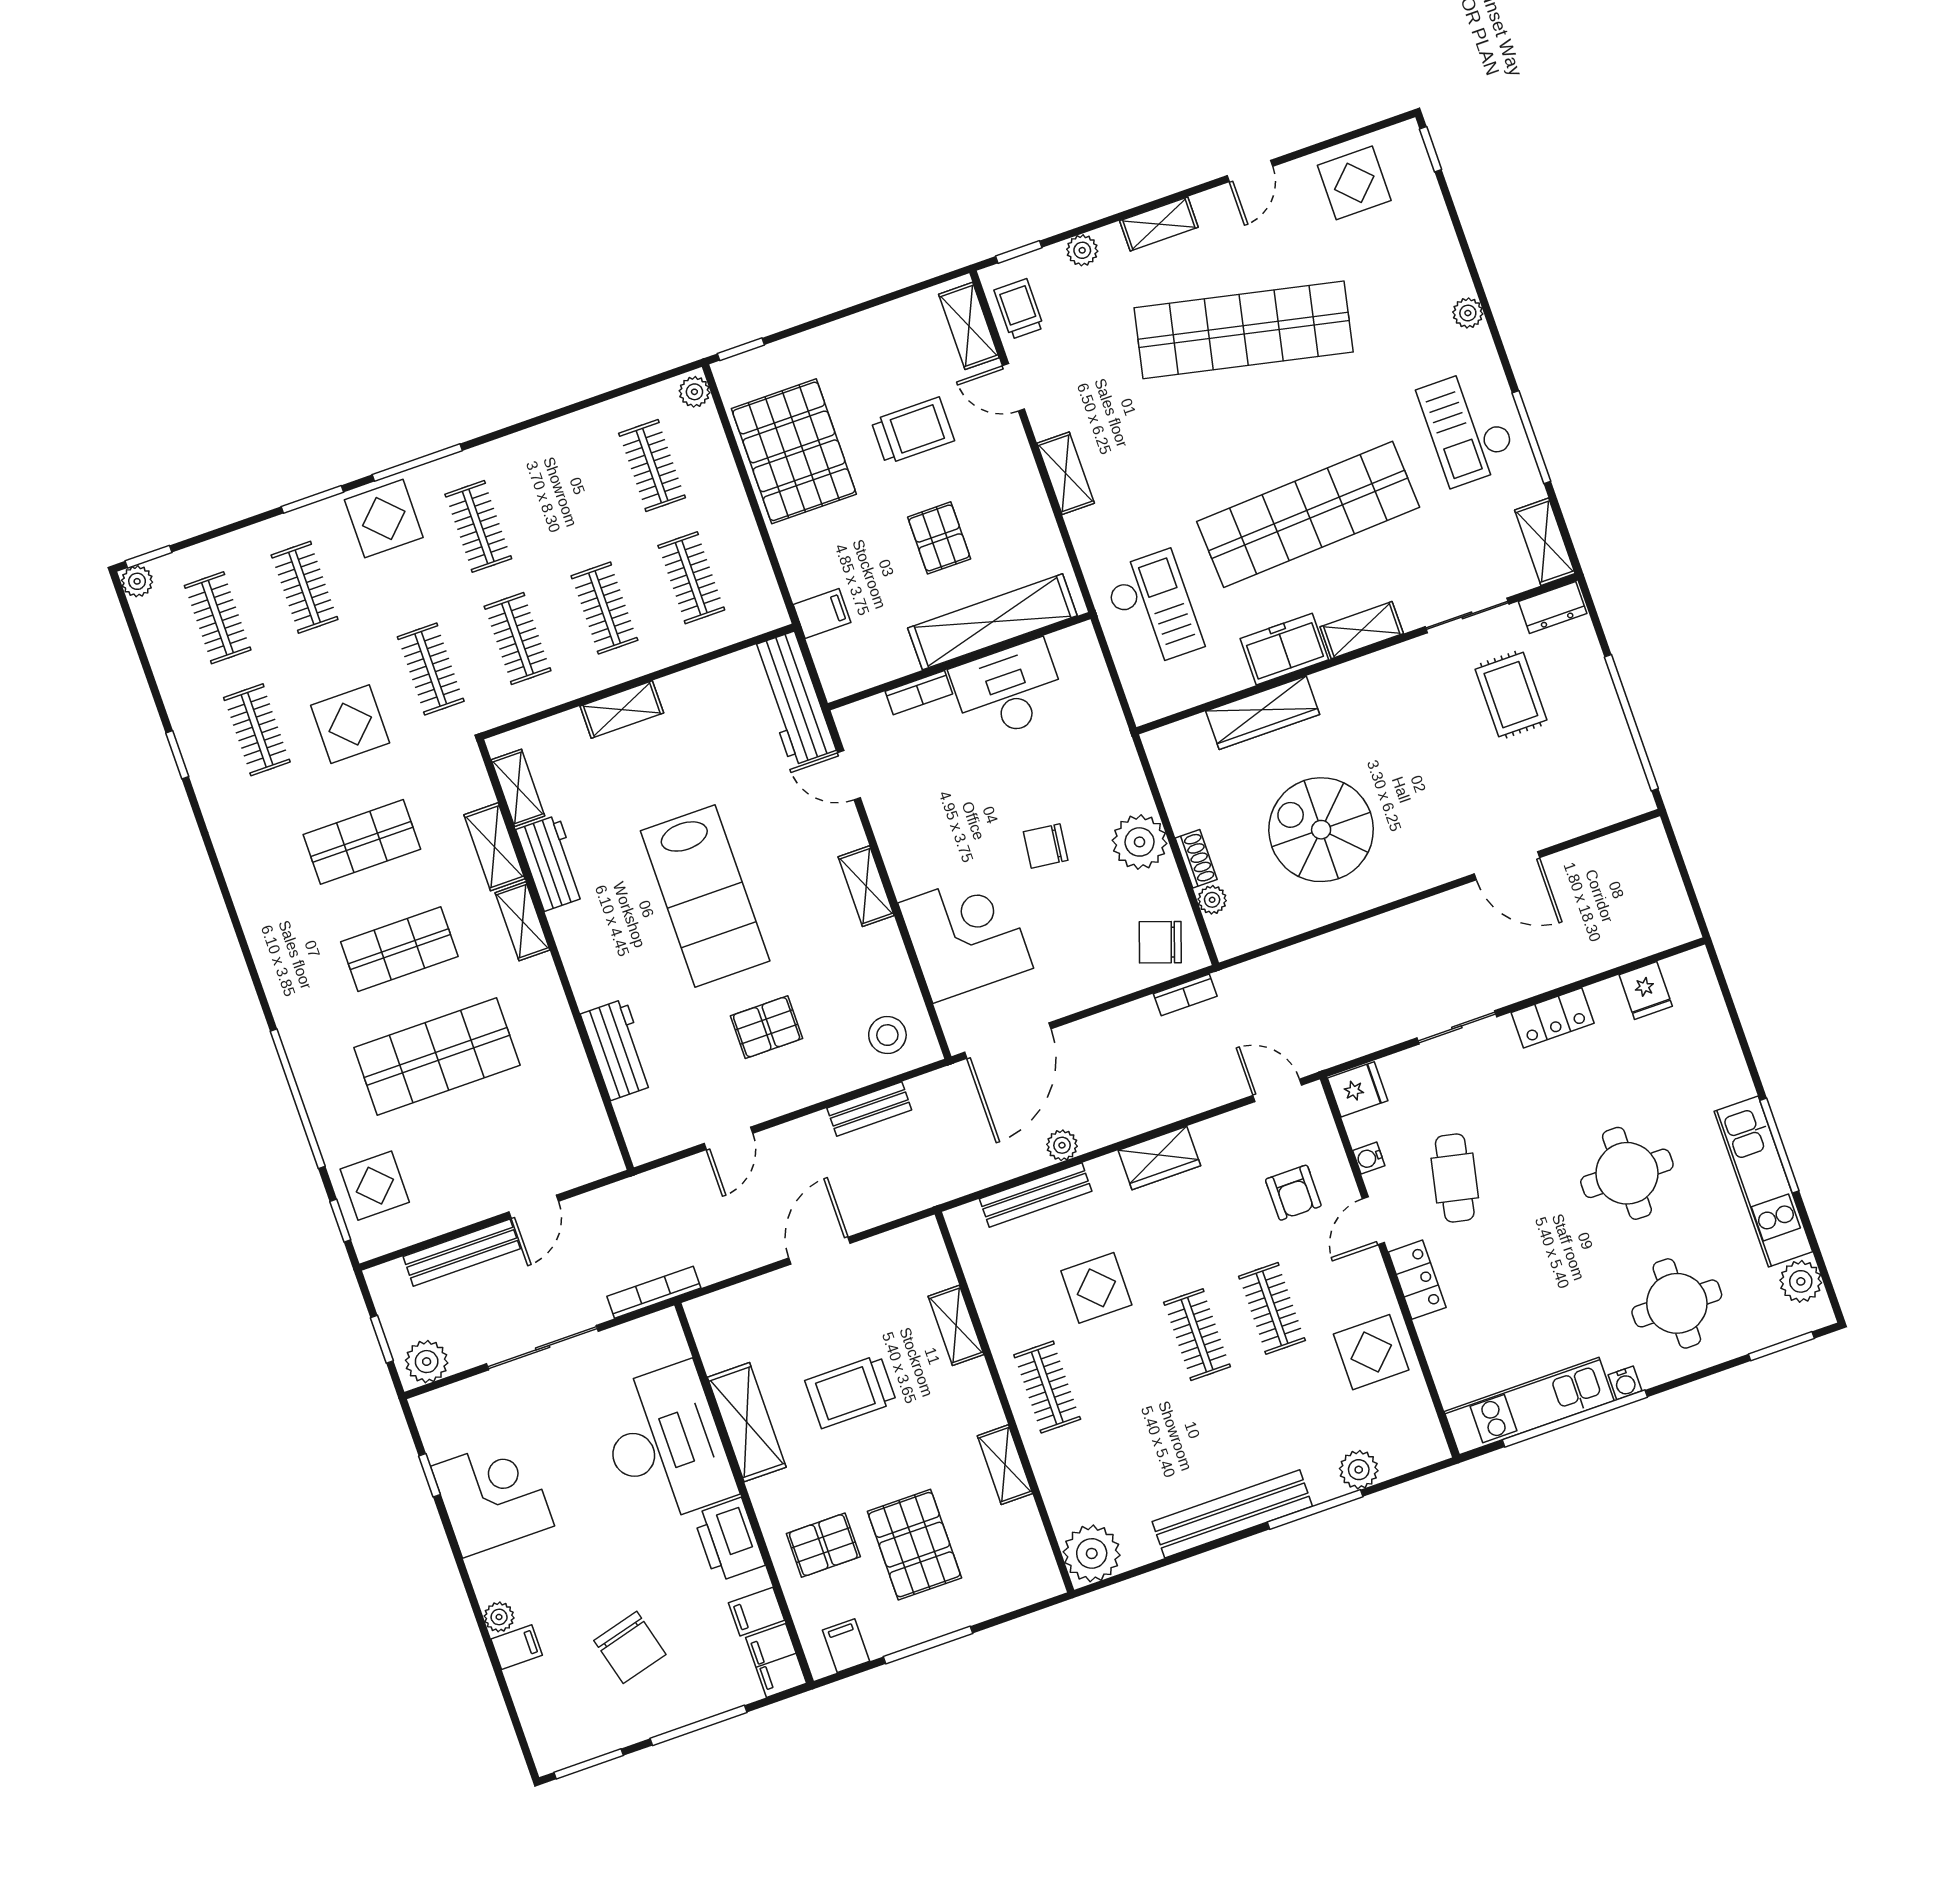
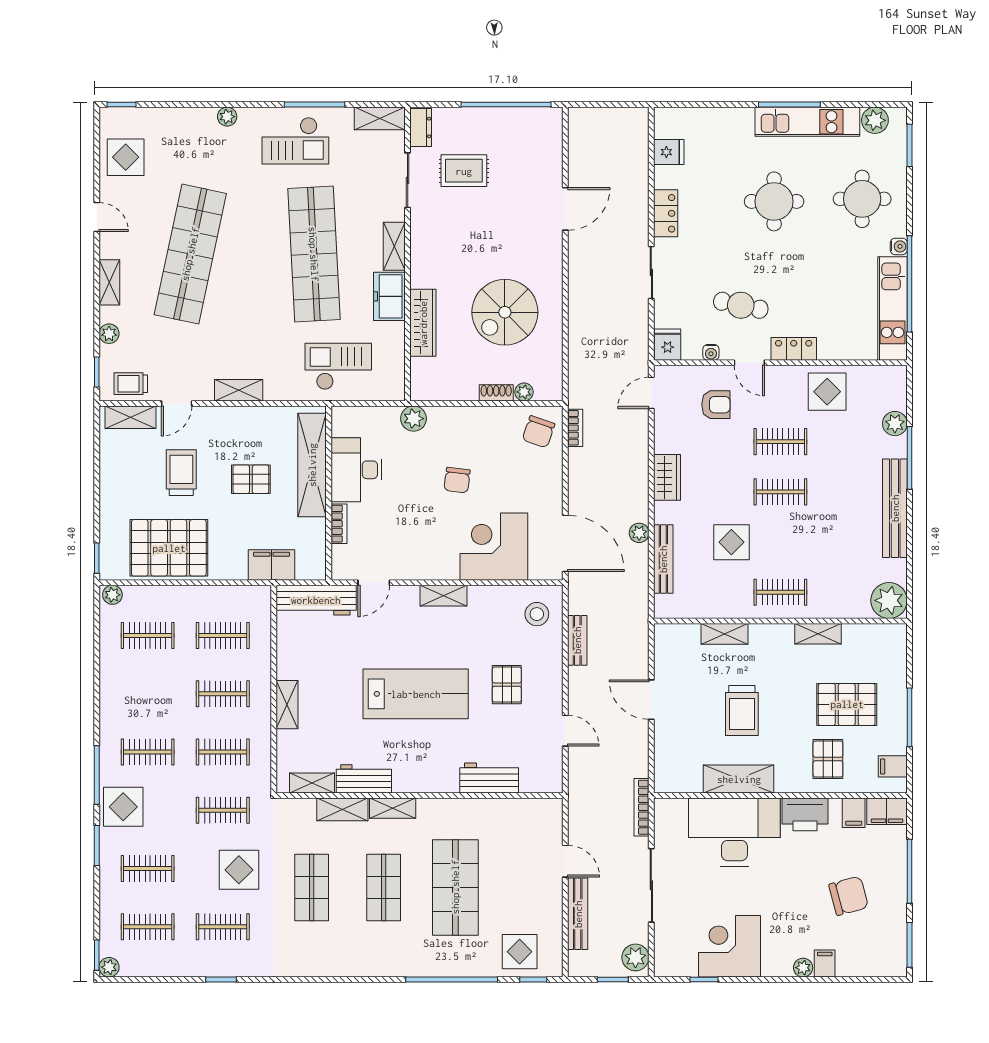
filing cabinet: (822, 614) -> (272, 565), width x2.00
plant: (1140, 842) -> (414, 419), moved, width x0.73, depth x0.73

